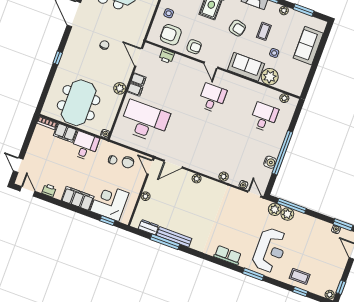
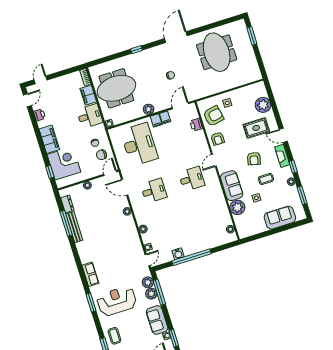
armchair: (171, 35) -> (213, 116), turned 79
desk: (264, 117) -> (154, 191), moved
sofa: (315, 227) -> (157, 320), added
reception desk: (270, 250) -> (117, 301), turned 180

